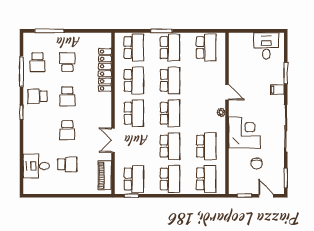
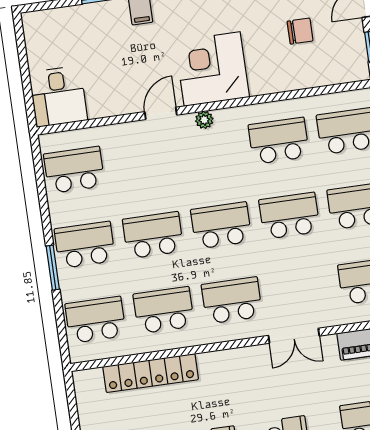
desk: (266, 46) -> (58, 96), moved, turned -90
corner desk: (244, 133) -> (212, 69), moved

